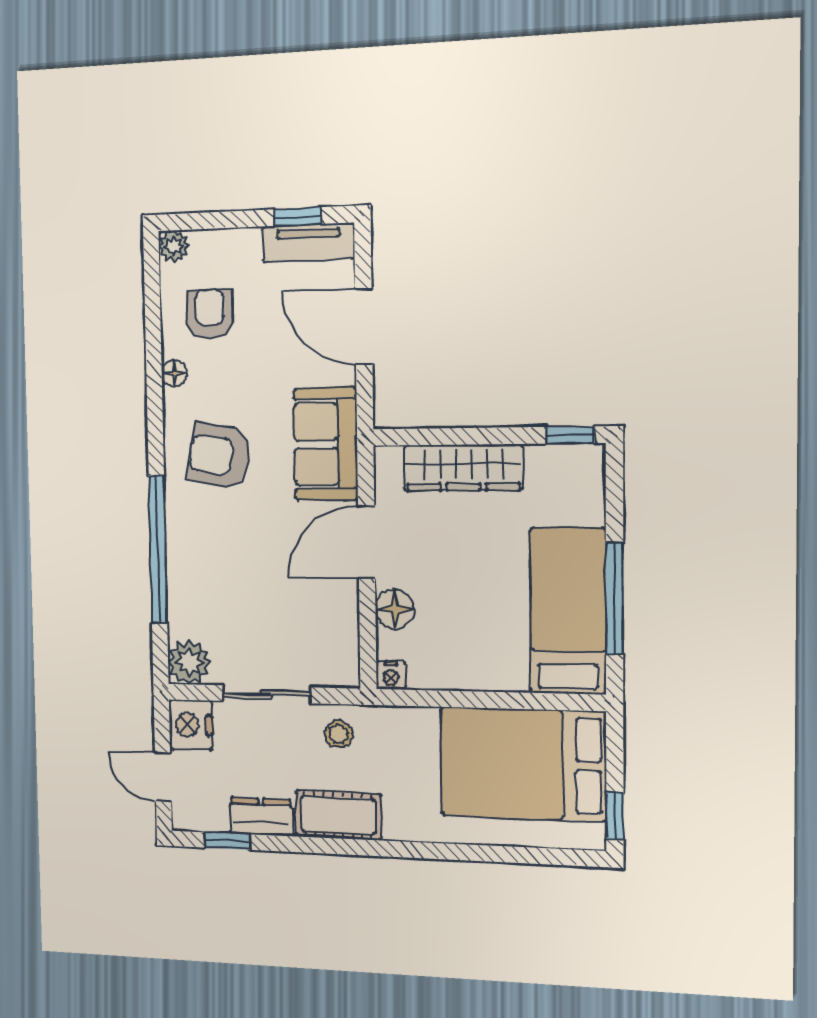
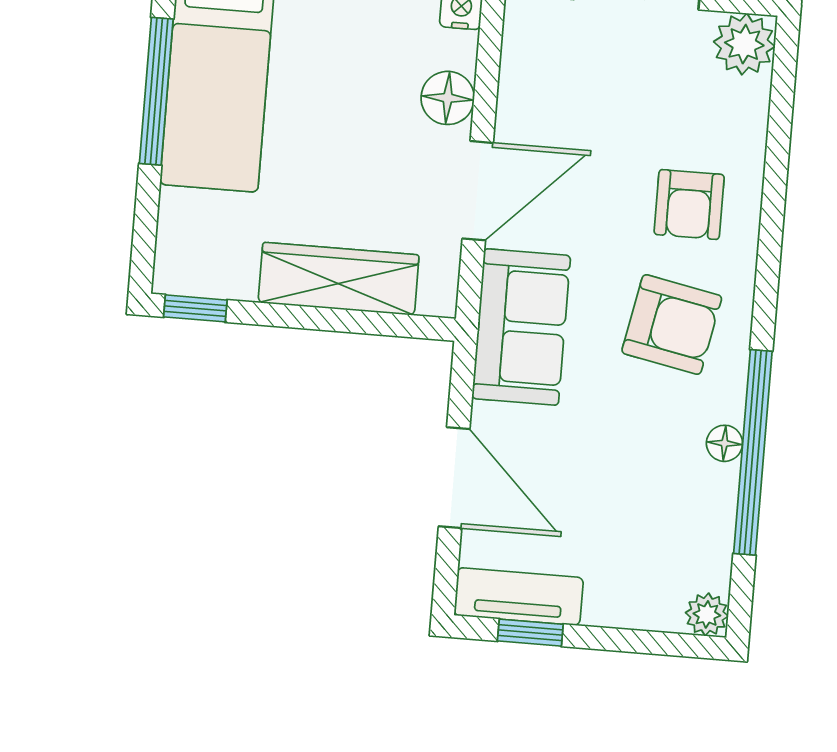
armchair: (210, 314) -> (689, 205), moved
window: (158, 550) -> (753, 452), moved

